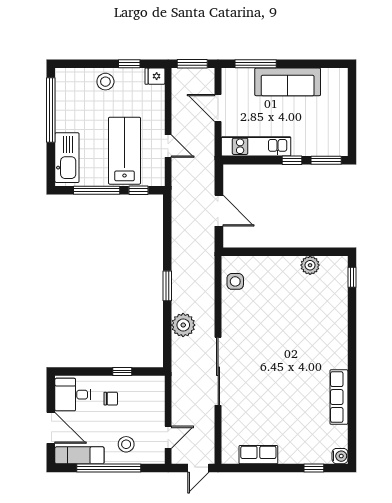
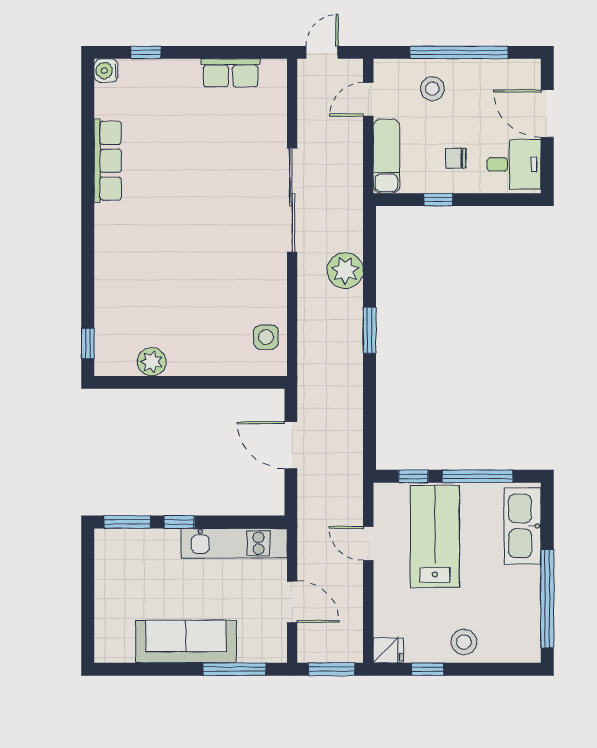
lab bench: (124, 151) -> (435, 537), turned 180
exam couch: (79, 455) -> (386, 156), moved, turned -90

